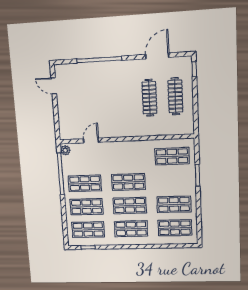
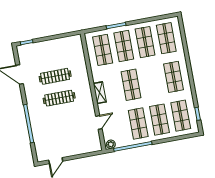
clothes rail: (175, 96) -> (59, 98), moved
door: (91, 140) -> (99, 122), swing flipped
shelving: (124, 146) -> (100, 93), added
shop shelf: (130, 206) -> (124, 46), moved

